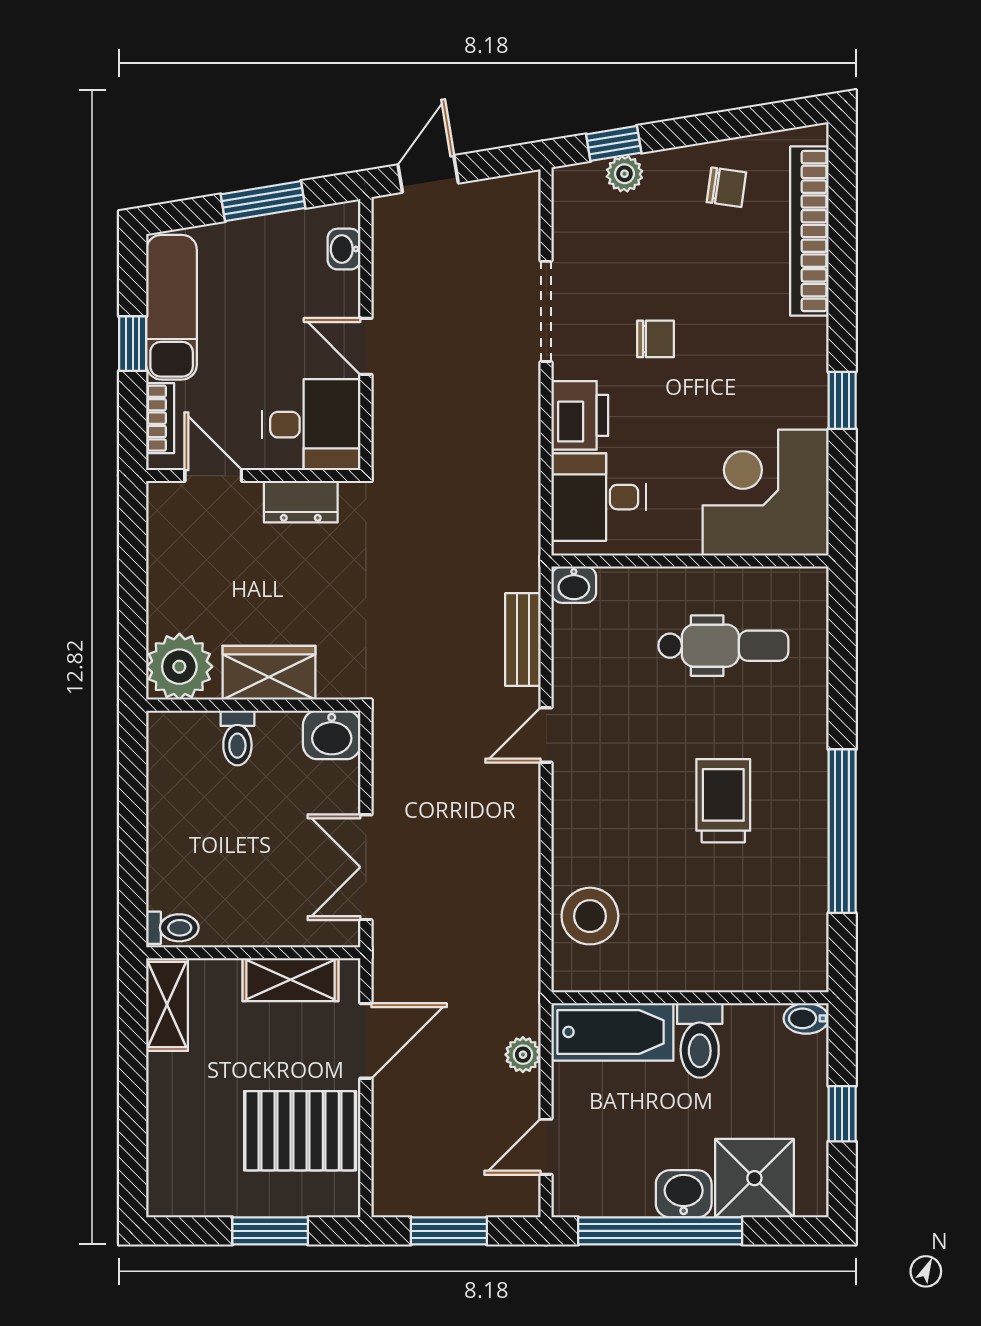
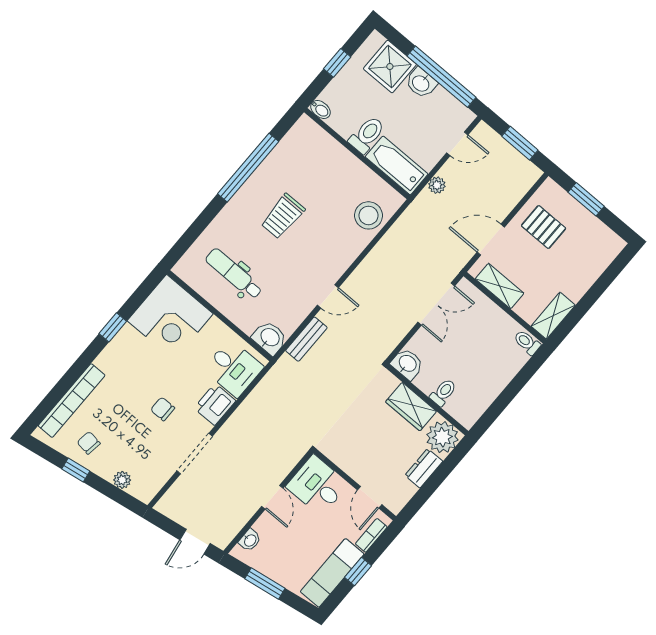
window: (614, 143) -> (76, 470), moved
dresser: (301, 502) -> (424, 468), moved, turned -90
washbasin: (574, 585) -> (270, 338), width x1.38, depth x1.45
pallet: (300, 1131) -> (544, 227), width x0.67, depth x0.71

